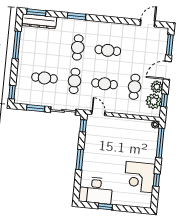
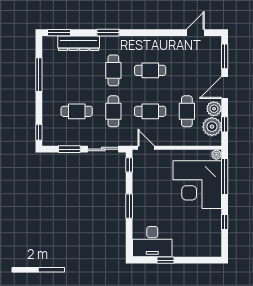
dresser: (39, 21) -> (79, 43), moved
corner desk: (139, 177) -> (197, 185), moved, width x1.36, depth x1.36

